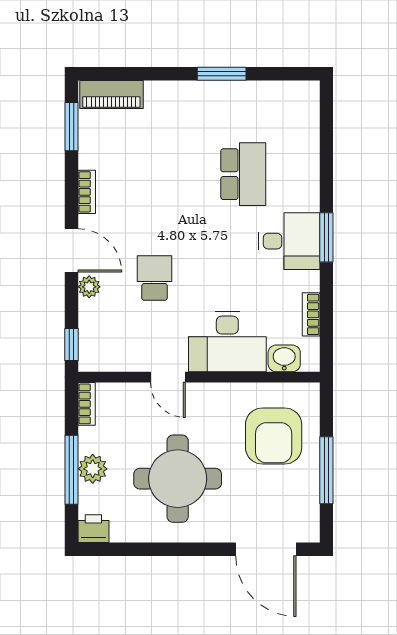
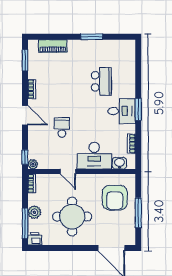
piano: (111, 94) -> (53, 46), moved
plant: (89, 287) -> (33, 164), moved
window: (71, 470) -> (25, 223), moved

